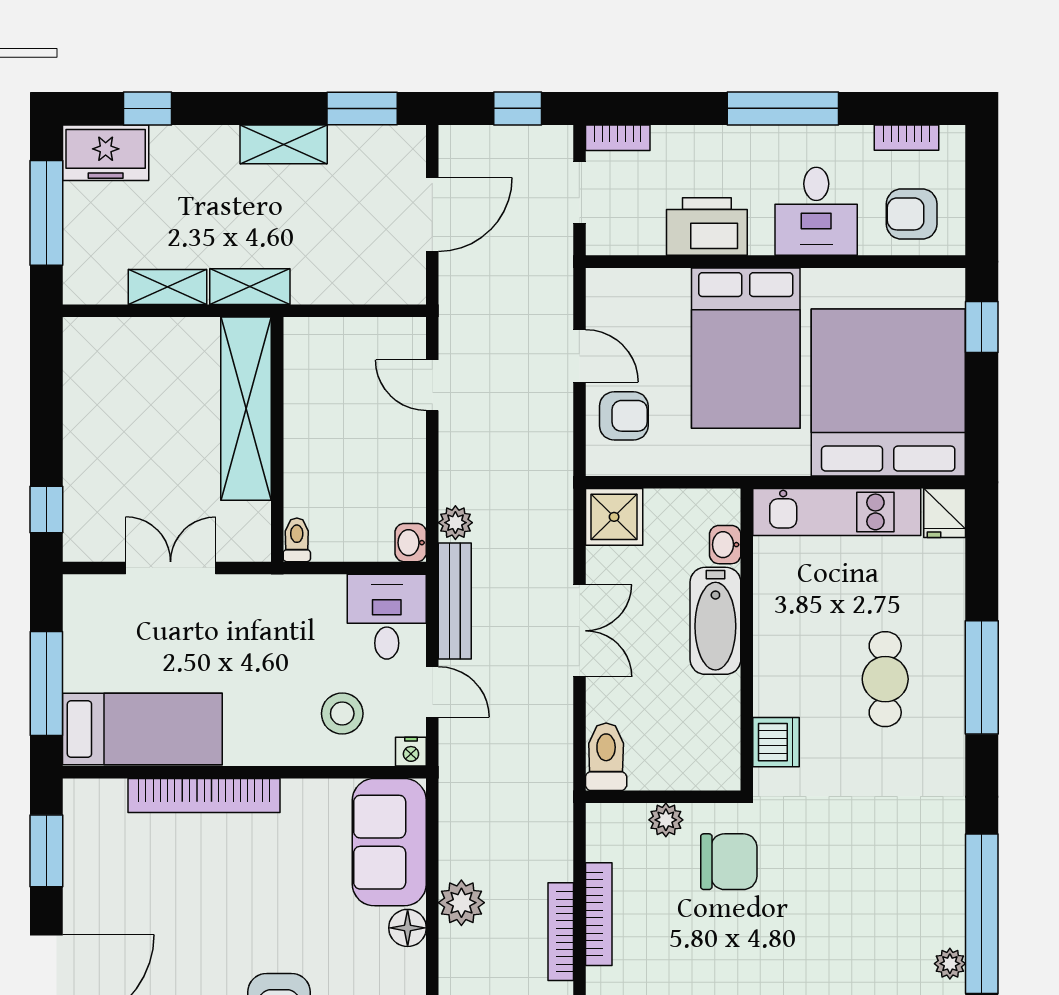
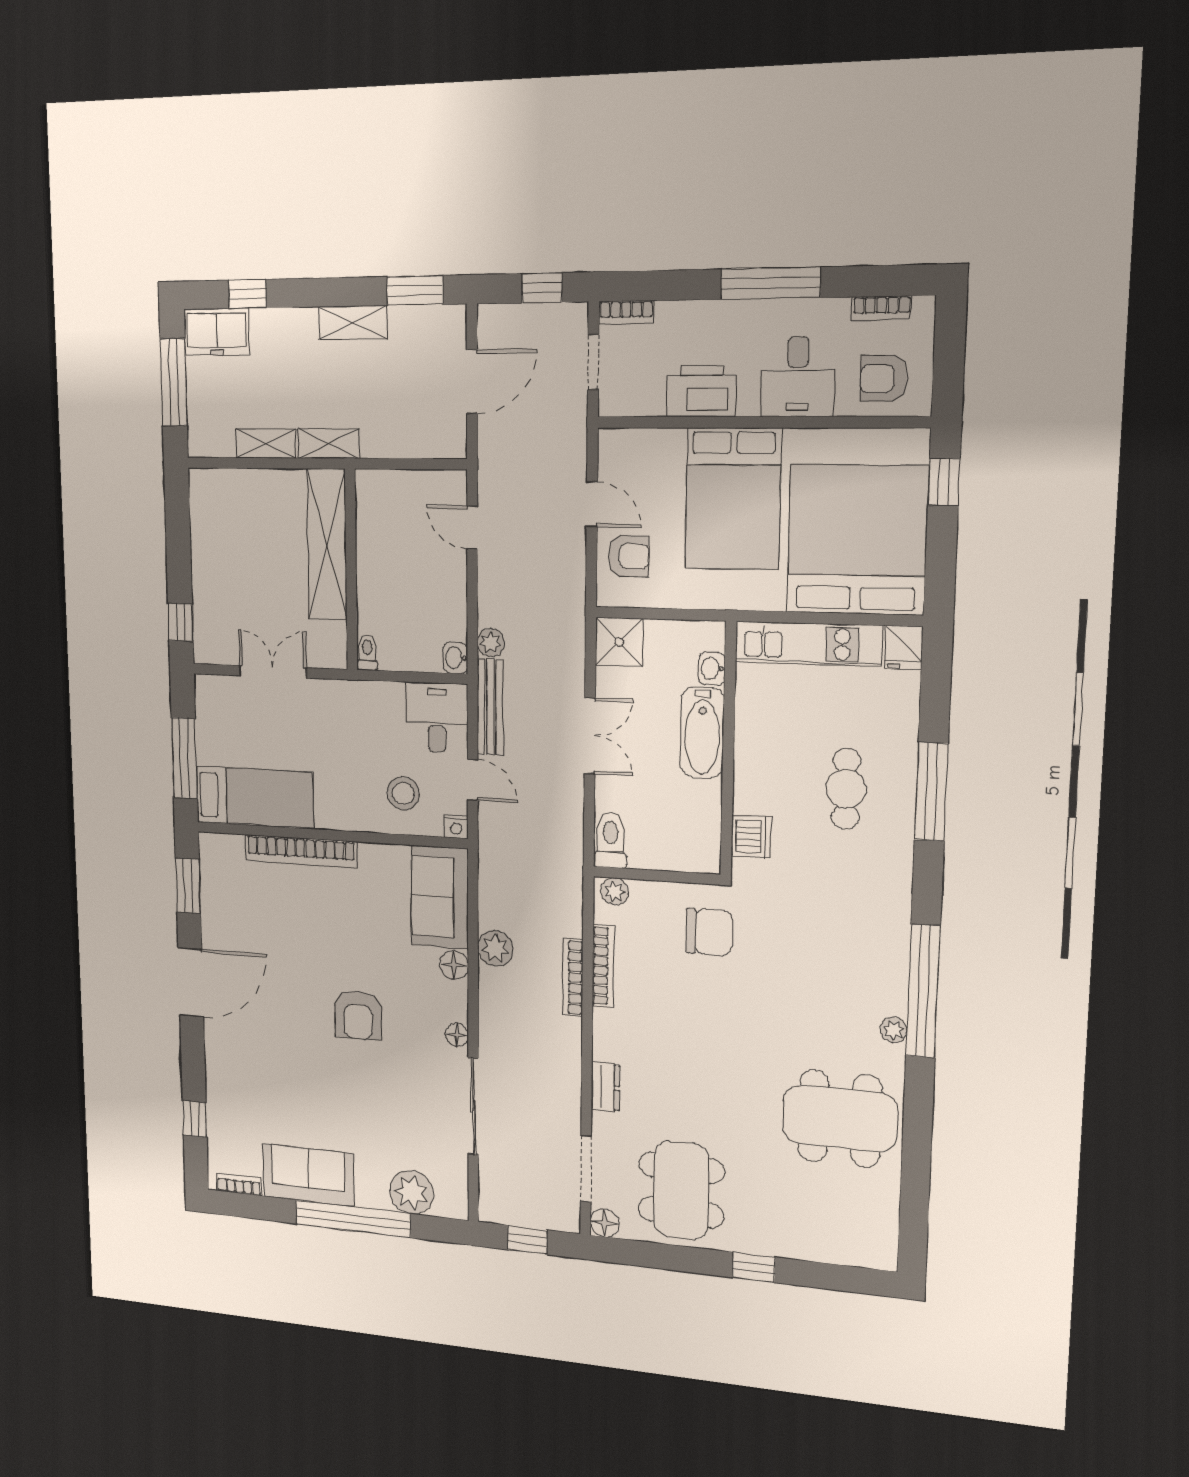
plant: (666, 820) -> (615, 891), moved

